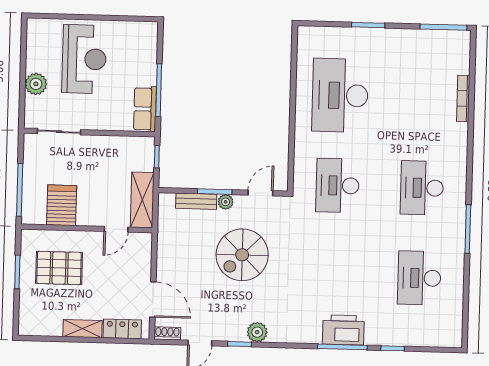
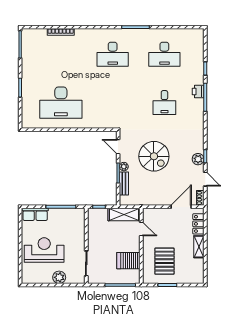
row of seats: (145, 109) -> (35, 214), moved
desk: (338, 185) -> (164, 103), moved, width x0.73
printer: (343, 330) -> (198, 92), width x0.53, depth x0.68
plant: (257, 332) -> (198, 159), moved

